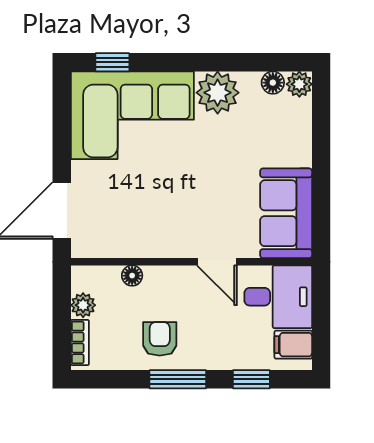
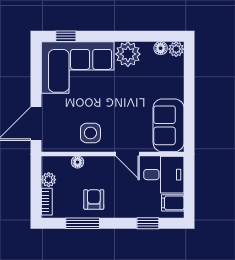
side table: (154, 226) -> (90, 133), added
window: (178, 379) -> (83, 223), moved

